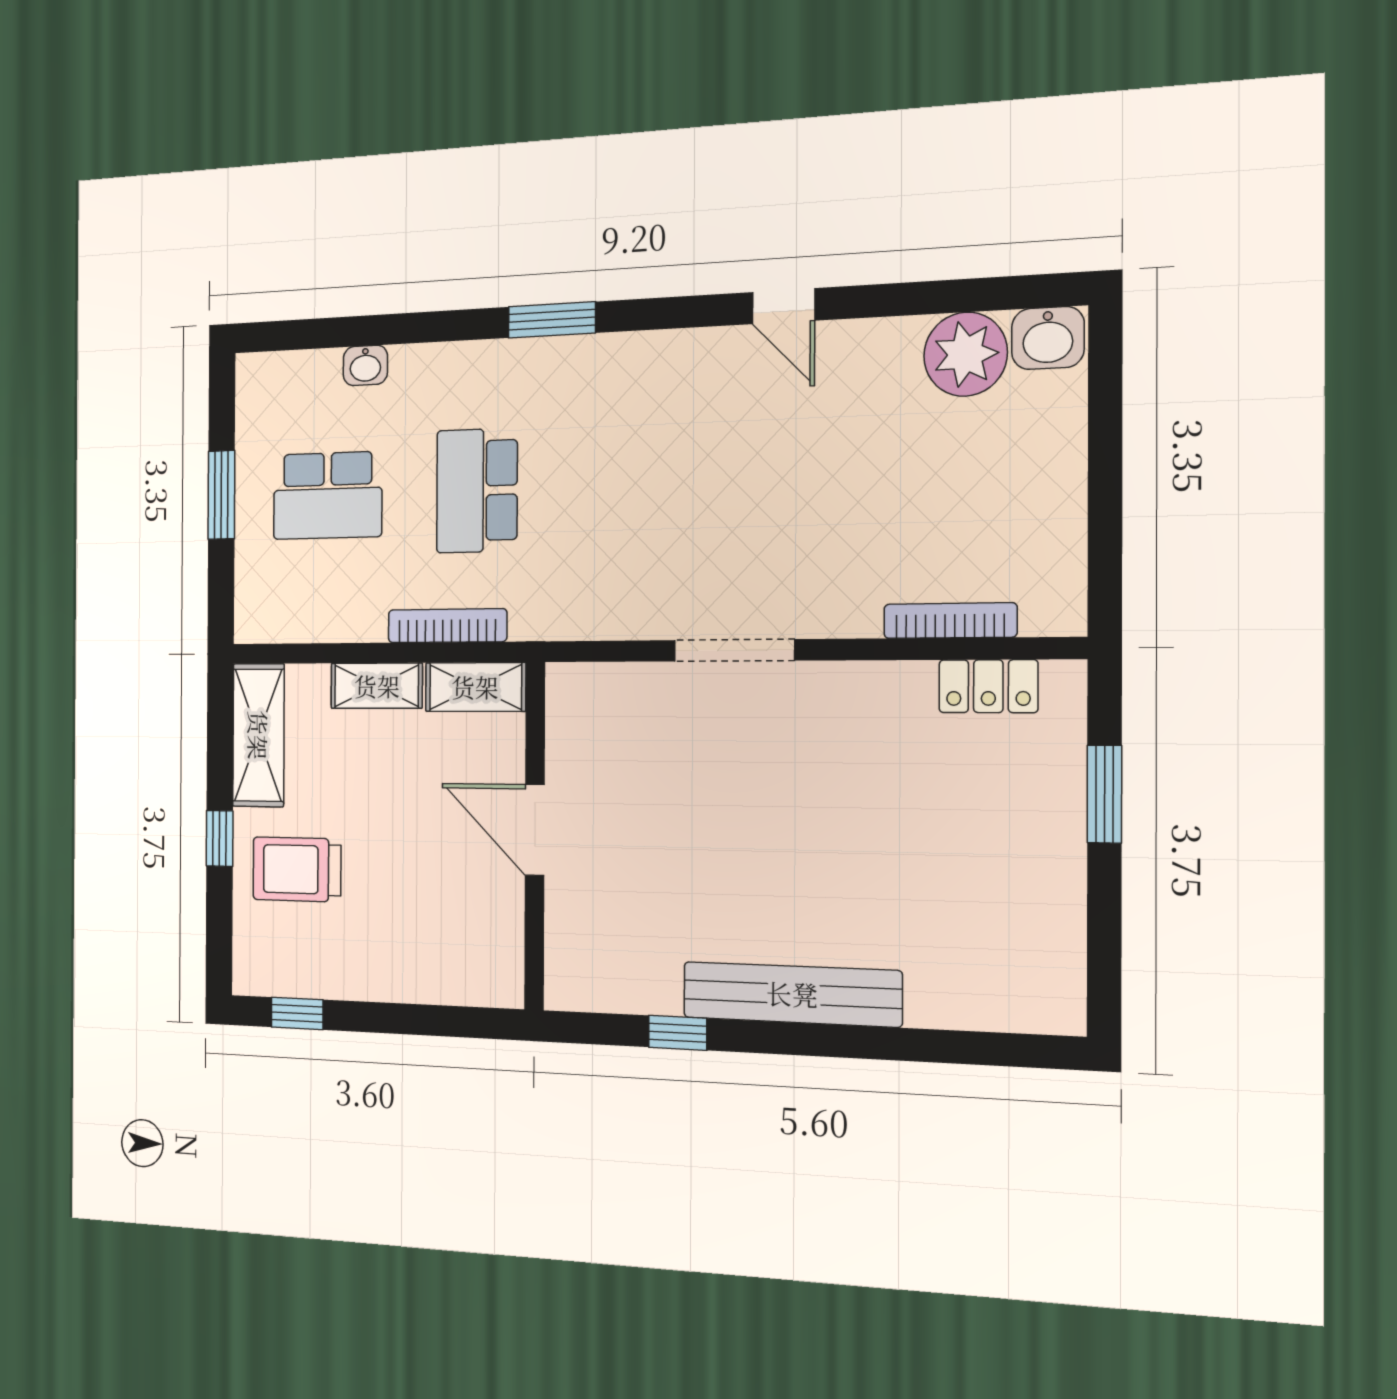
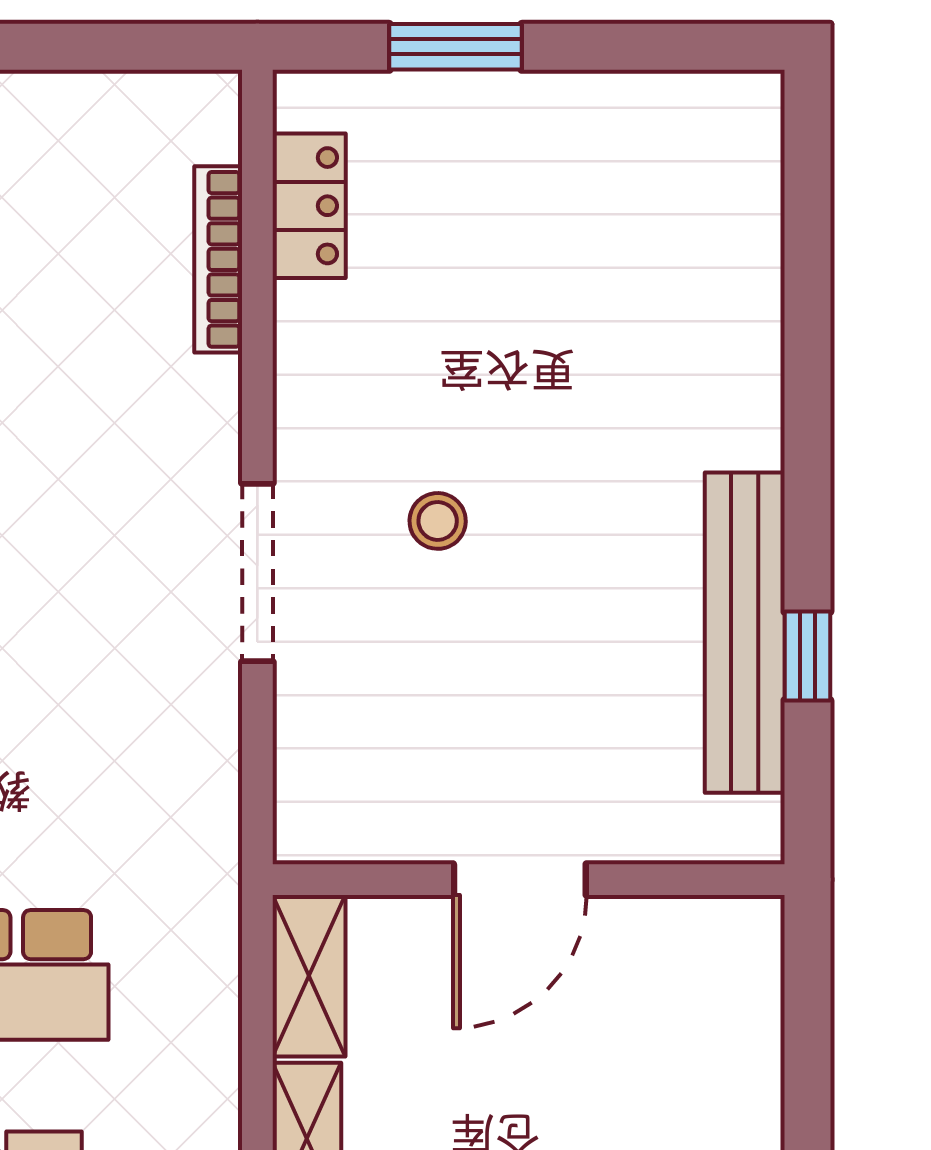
bookcase: (447, 626) -> (217, 1022), removed
stool: (768, 777) -> (438, 521), added
bench: (792, 994) -> (745, 633), moved

